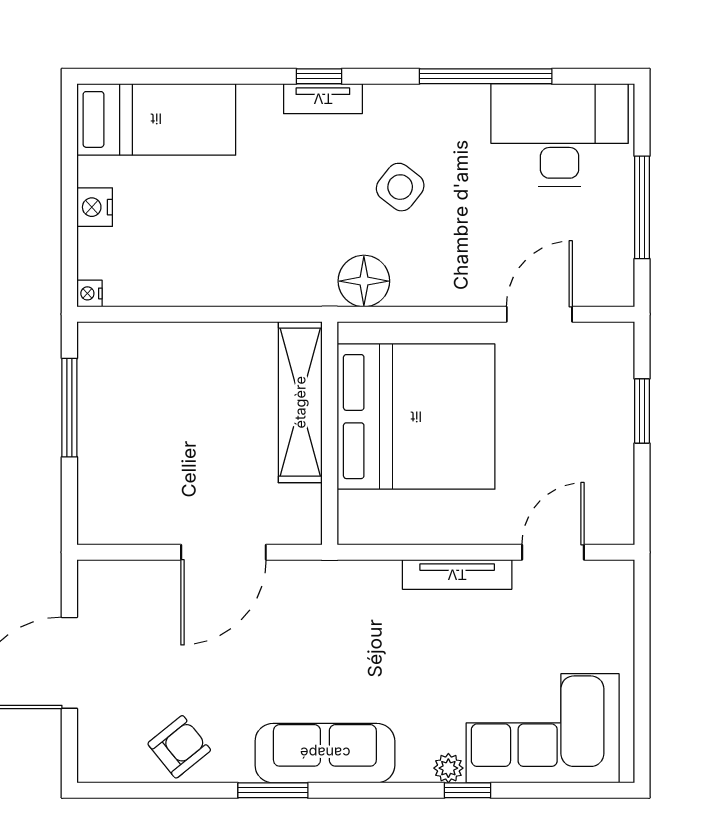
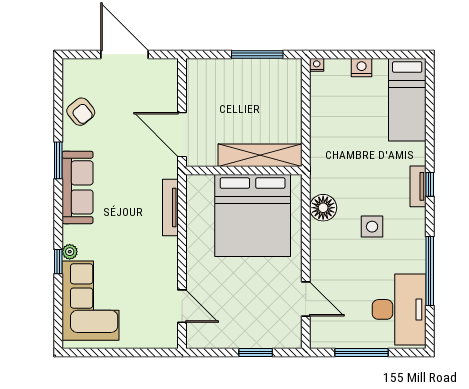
side table: (400, 187) -> (372, 227), turned -38
shelving: (300, 402) -> (260, 155), moved
bed: (416, 417) -> (253, 215), moved
wall: (330, 433) -> (244, 171), moved
tv unit: (457, 575) -> (170, 208), moved

